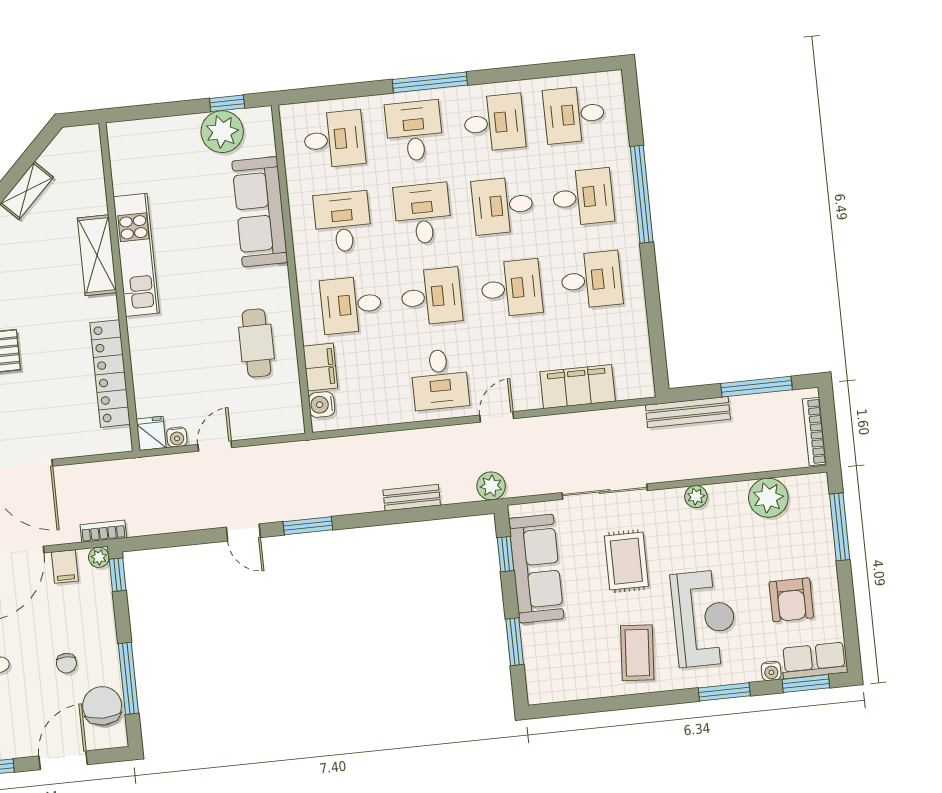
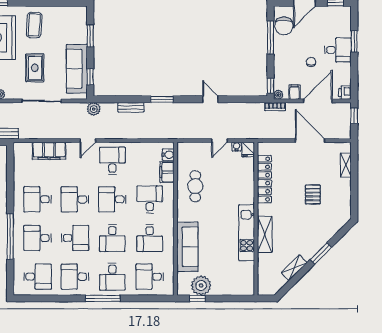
desk: (351, 305) -> (150, 199), turned -90
window: (308, 526) -> (162, 99), moved
chair: (66, 663) -> (311, 62), moved

